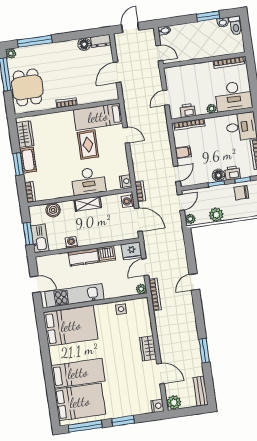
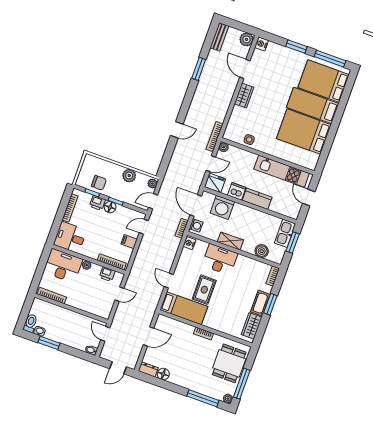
washing machine: (71, 242) -> (222, 207), moved, width x1.89, depth x1.89
bed: (71, 326) -> (304, 132), moved

